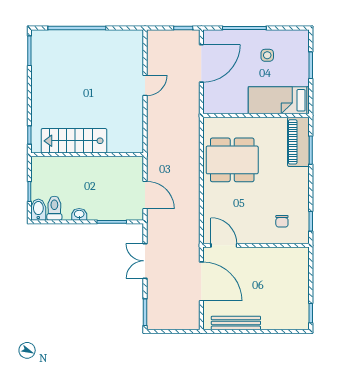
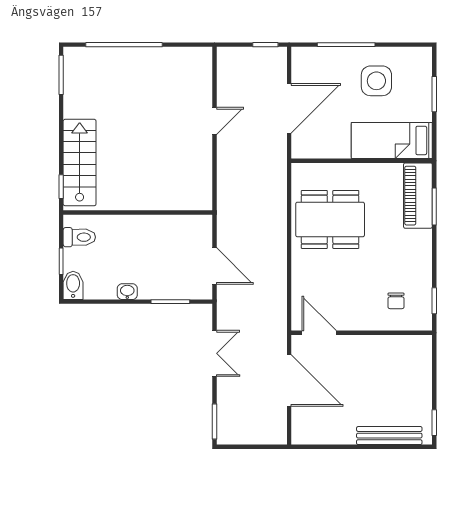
side table: (267, 55) -> (376, 81), width x1.87, depth x1.87
door: (201, 63) -> (289, 108), moved
stairs: (74, 141) -> (80, 163), moved, turned 90
toilet: (54, 208) -> (79, 237), moved, turned 90
double door: (145, 261) -> (215, 353), swing flipped
bench: (236, 323) -> (389, 436), moved

